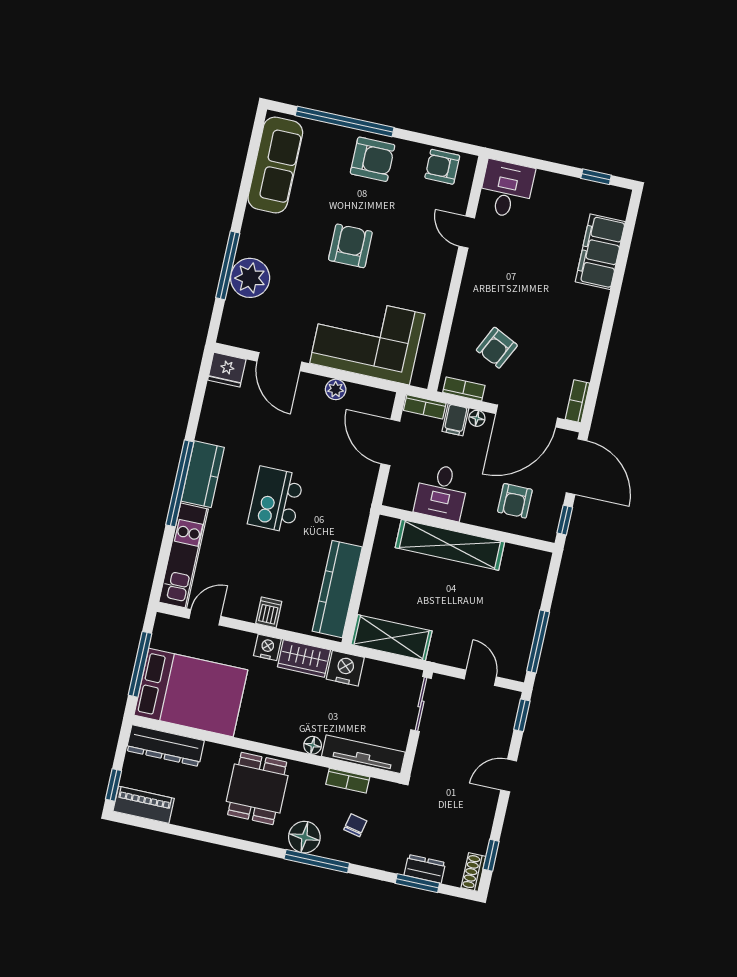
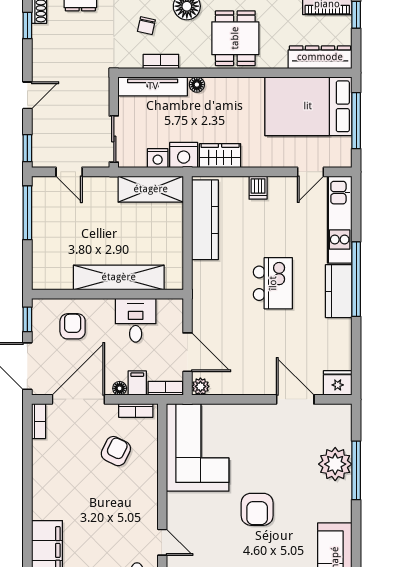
corner sofa: (367, 339) -> (198, 447), moved, turned -90
plant: (336, 389) -> (200, 386), moved
nightstand: (267, 647) -> (158, 158), moved

